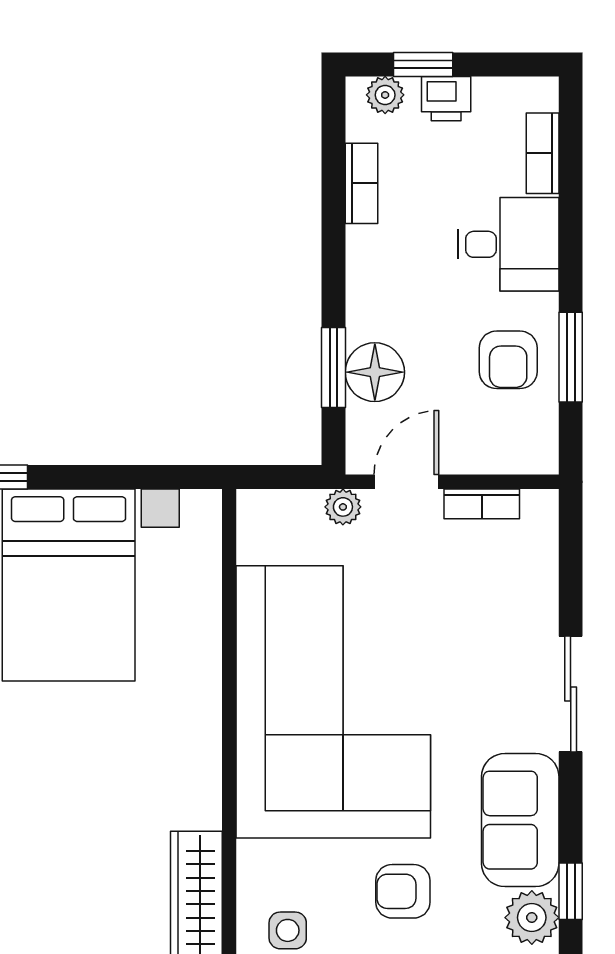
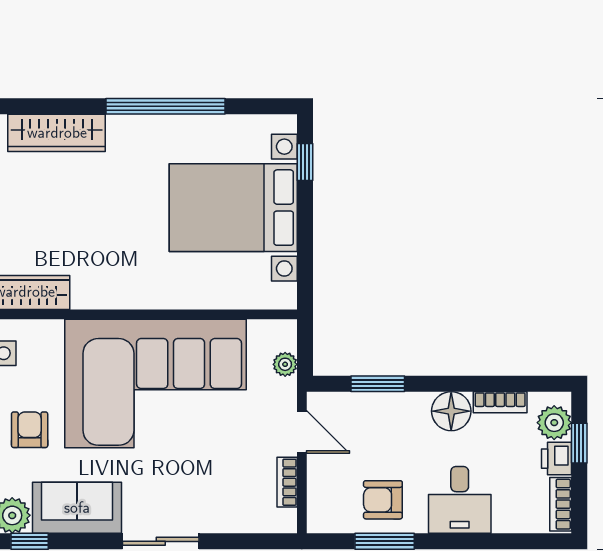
plant: (385, 95) -> (554, 423), width x1.38, depth x1.38
bookcase: (543, 153) -> (561, 504), moved, turned -90
floor lamp: (375, 372) -> (451, 411), moved
plant: (343, 507) -> (285, 364), moved

